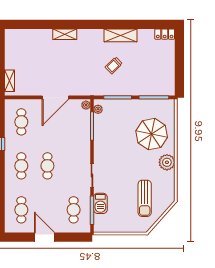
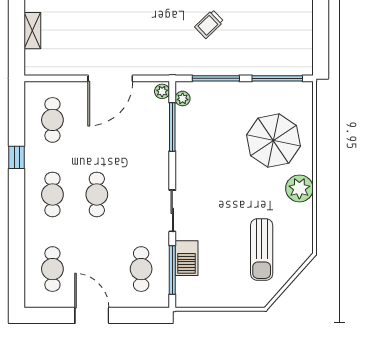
shelving: (9, 81) -> (32, 31), moved

